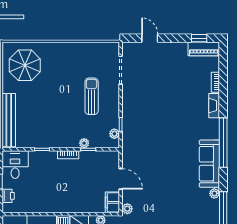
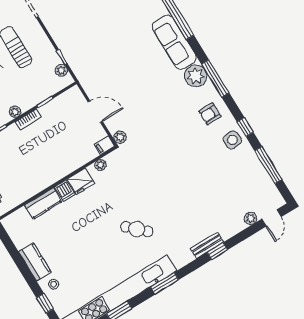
plant: (84, 143) -> (15, 112), moved
plant: (214, 193) -> (196, 76), width x1.87, depth x1.87
filing cabinet: (112, 202) -> (104, 145), width x0.50

